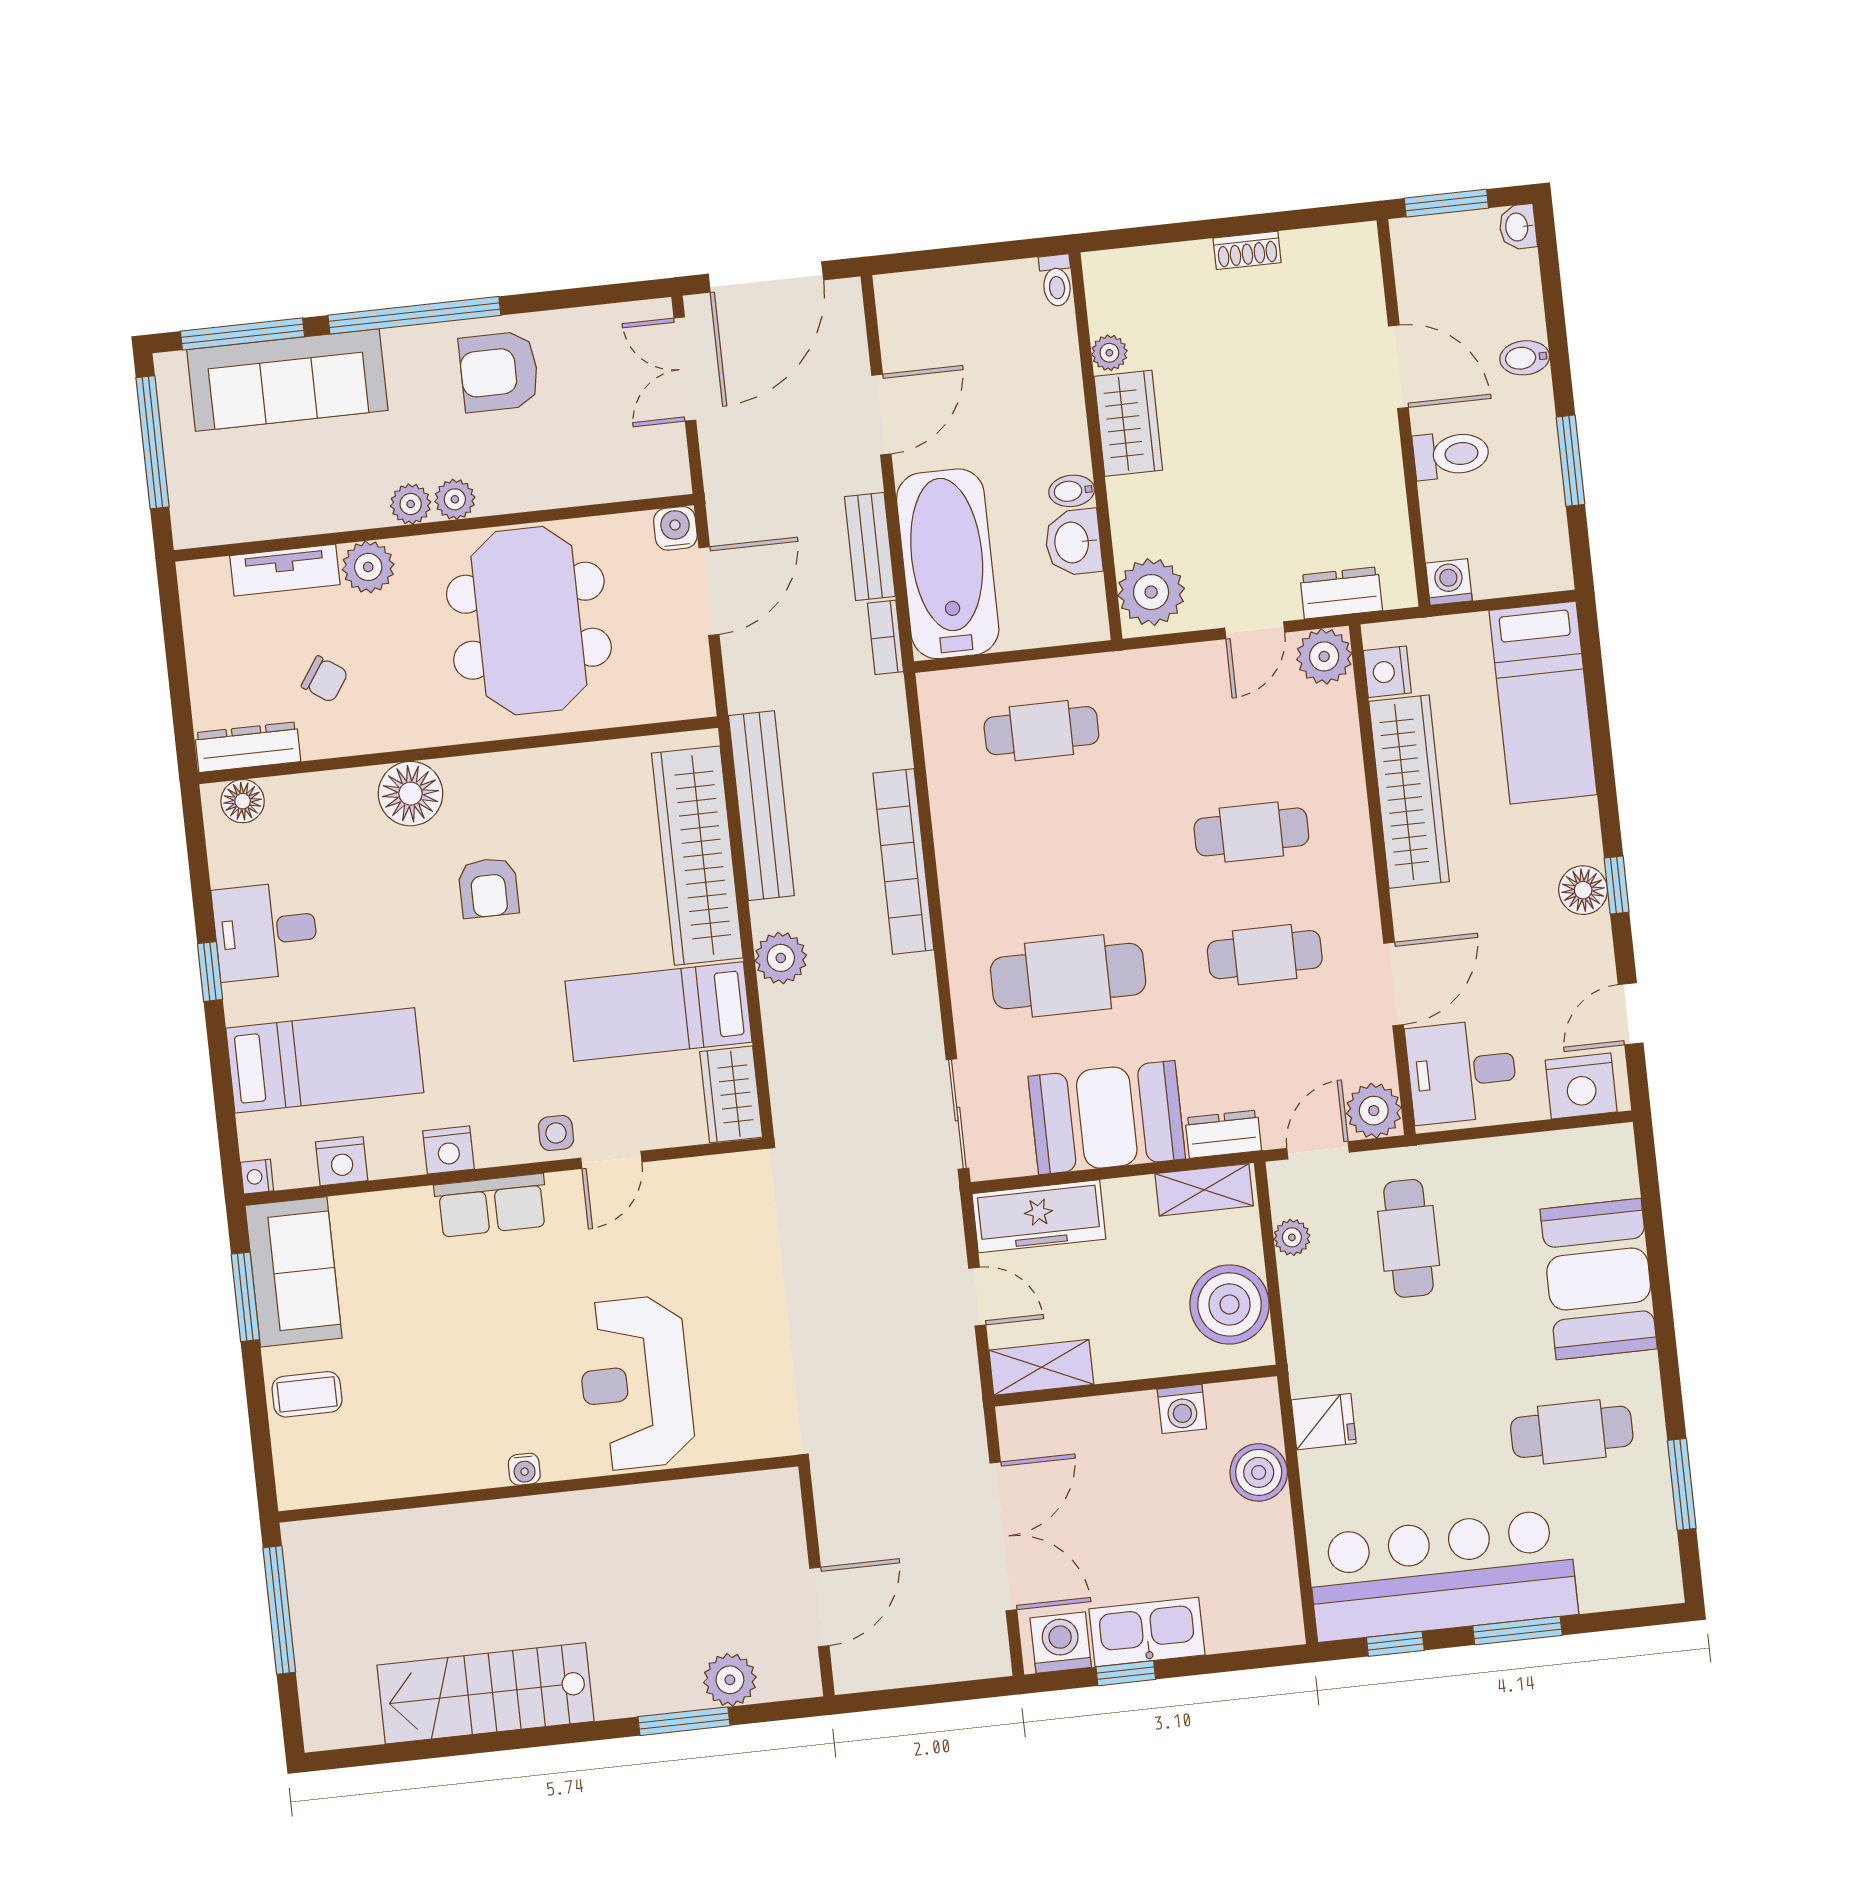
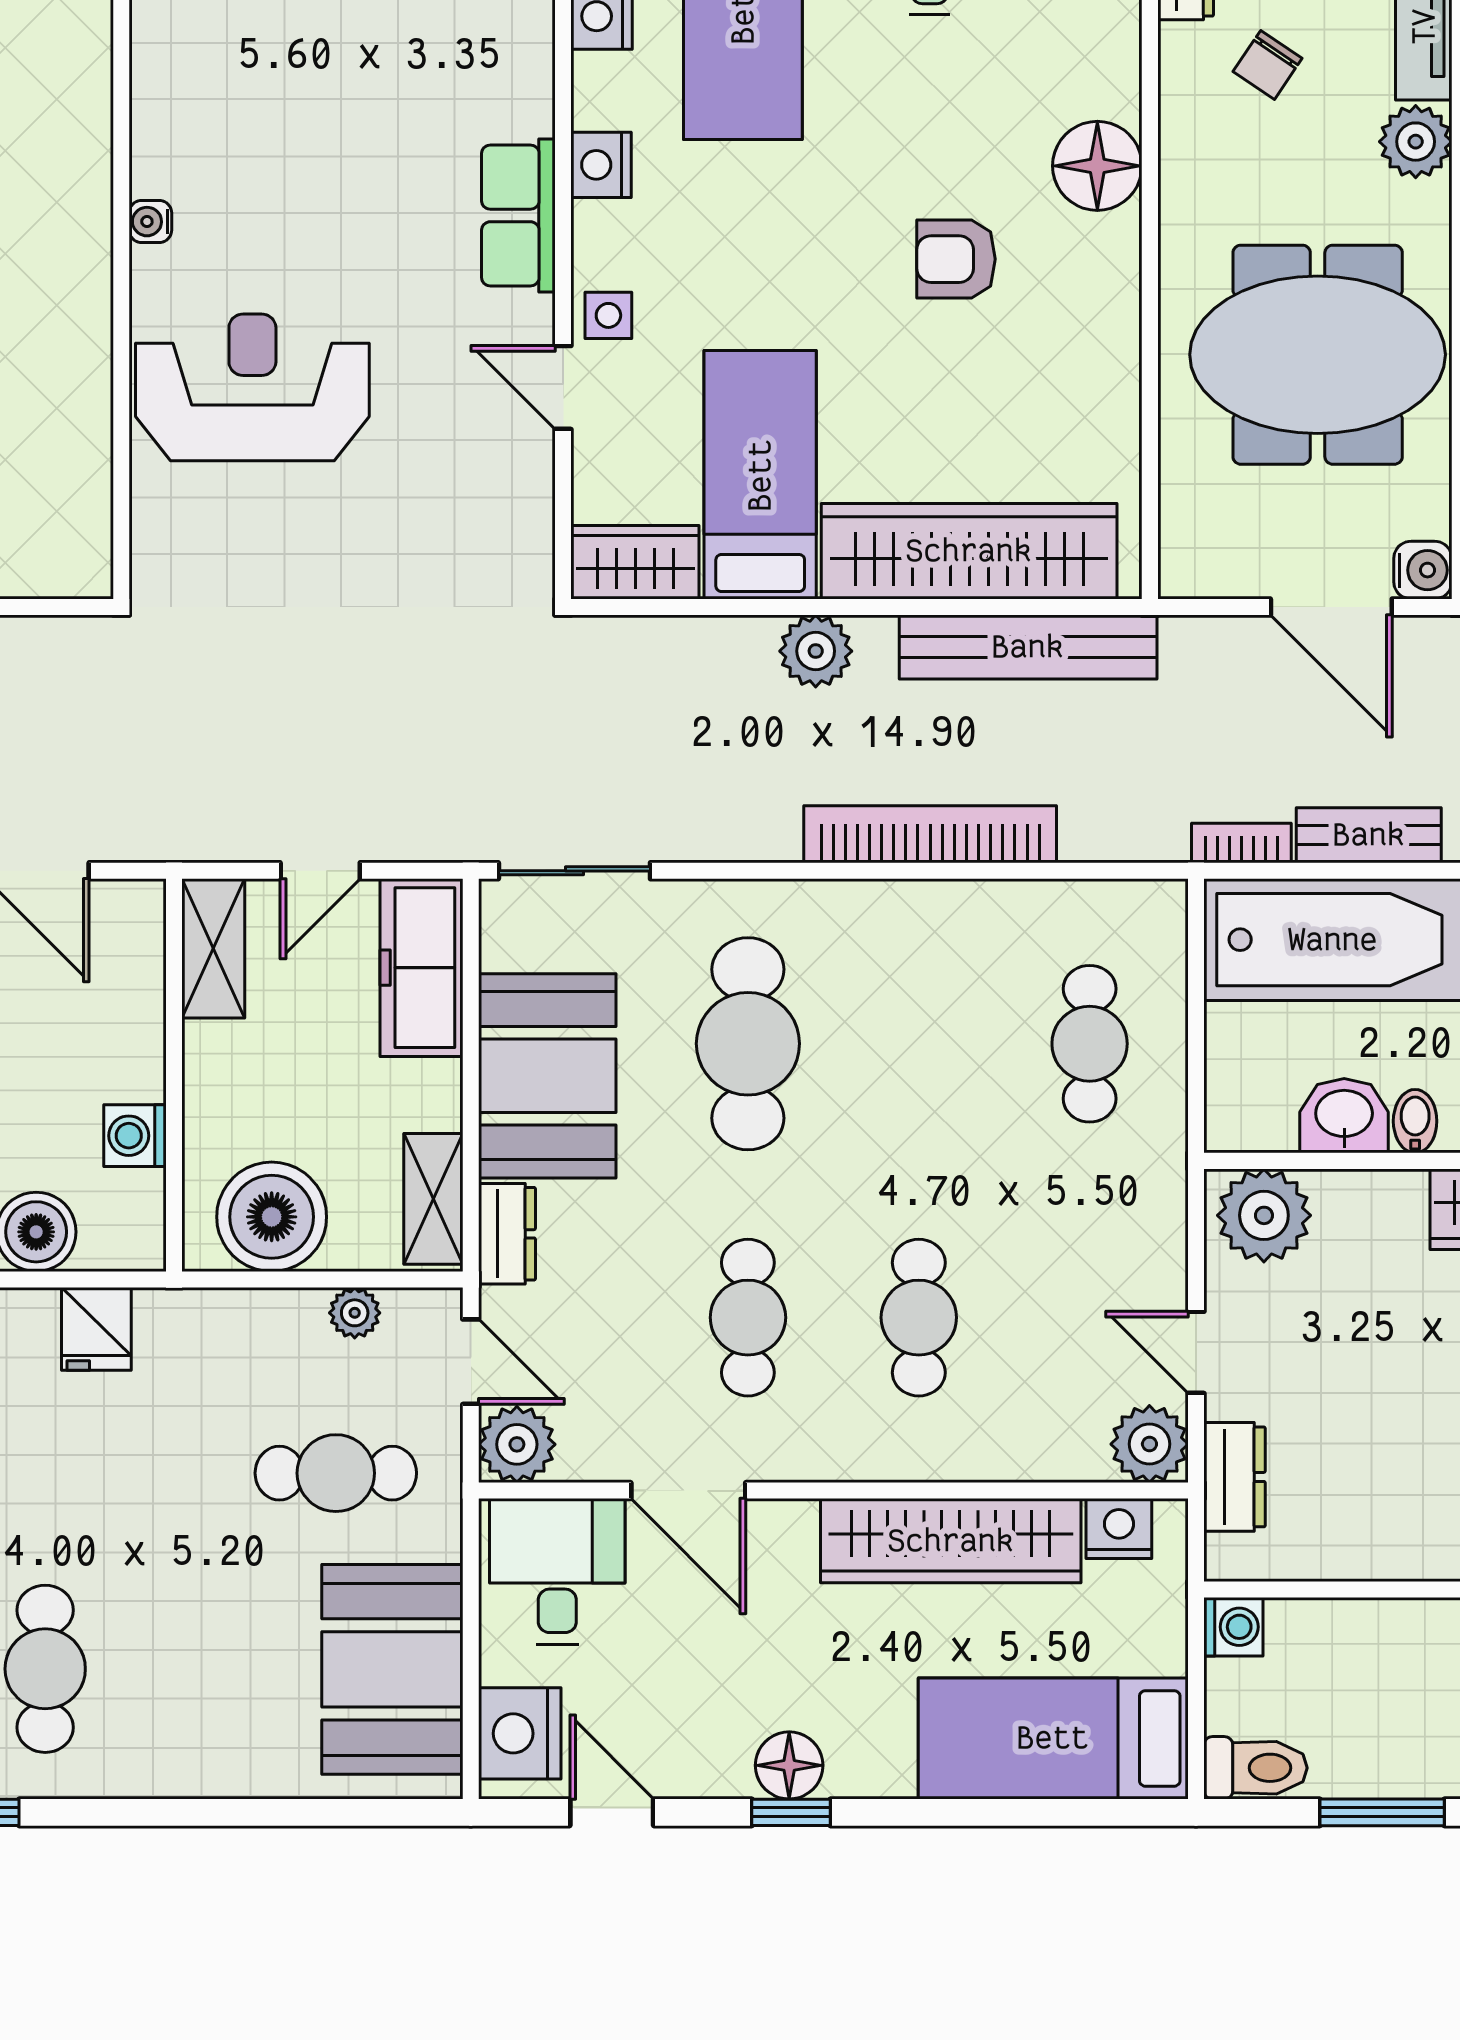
toilet: (1451, 455) -> (1256, 1768), moved, turned -90
booth: (1599, 1279) -> (392, 1669), moved, turned 90

